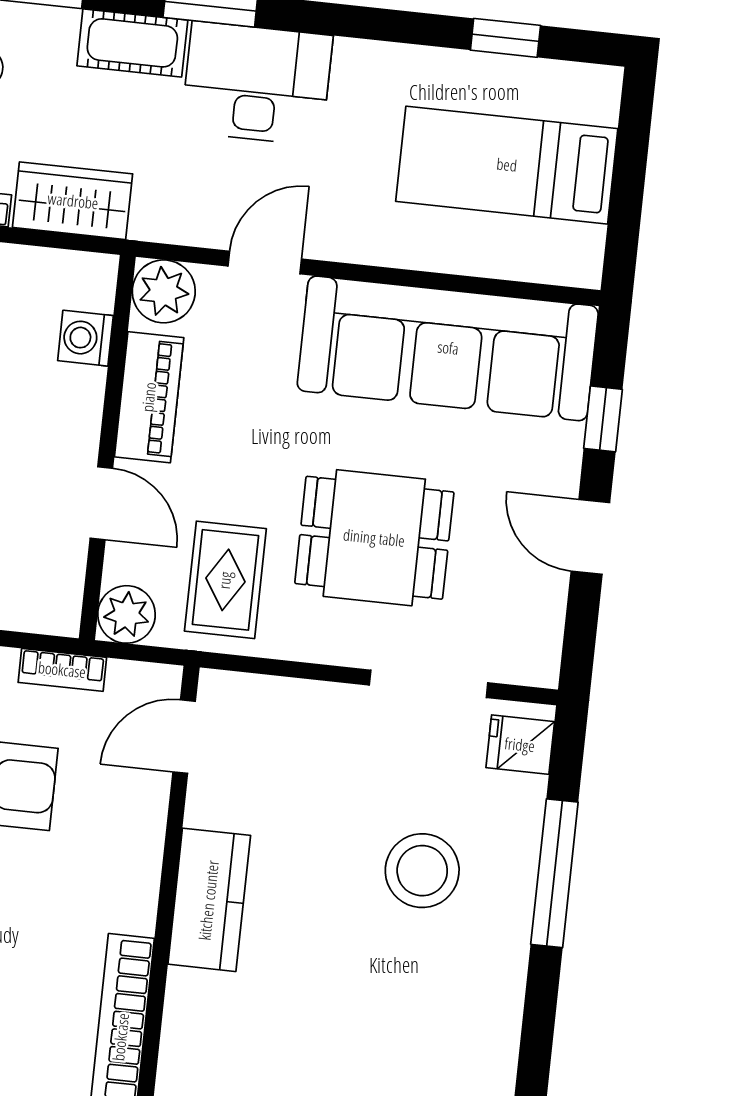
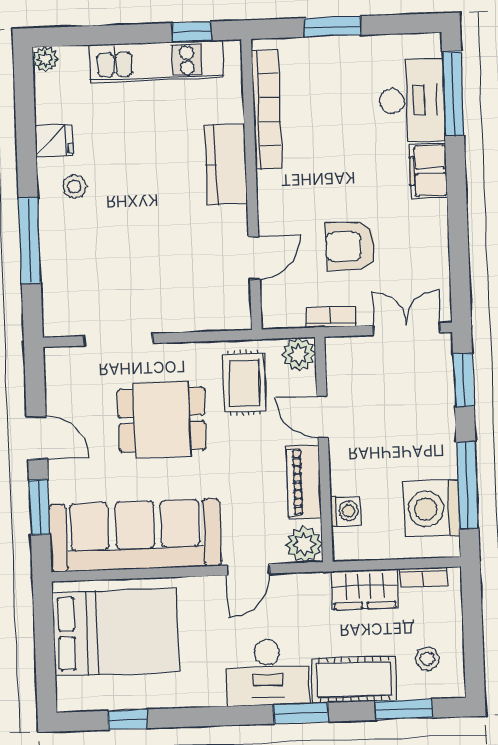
cot: (132, 43) -> (354, 679), width x1.37, depth x1.34
bed: (507, 165) -> (116, 632), width x1.50
window: (603, 419) -> (39, 507), width x1.50
door: (184, 737) -> (254, 258), moved
fridge: (520, 745) -> (54, 141), moved
stool: (422, 871) -> (74, 187), moved, width x0.53, depth x0.53
kitchen counter: (209, 900) -> (226, 164), moved

